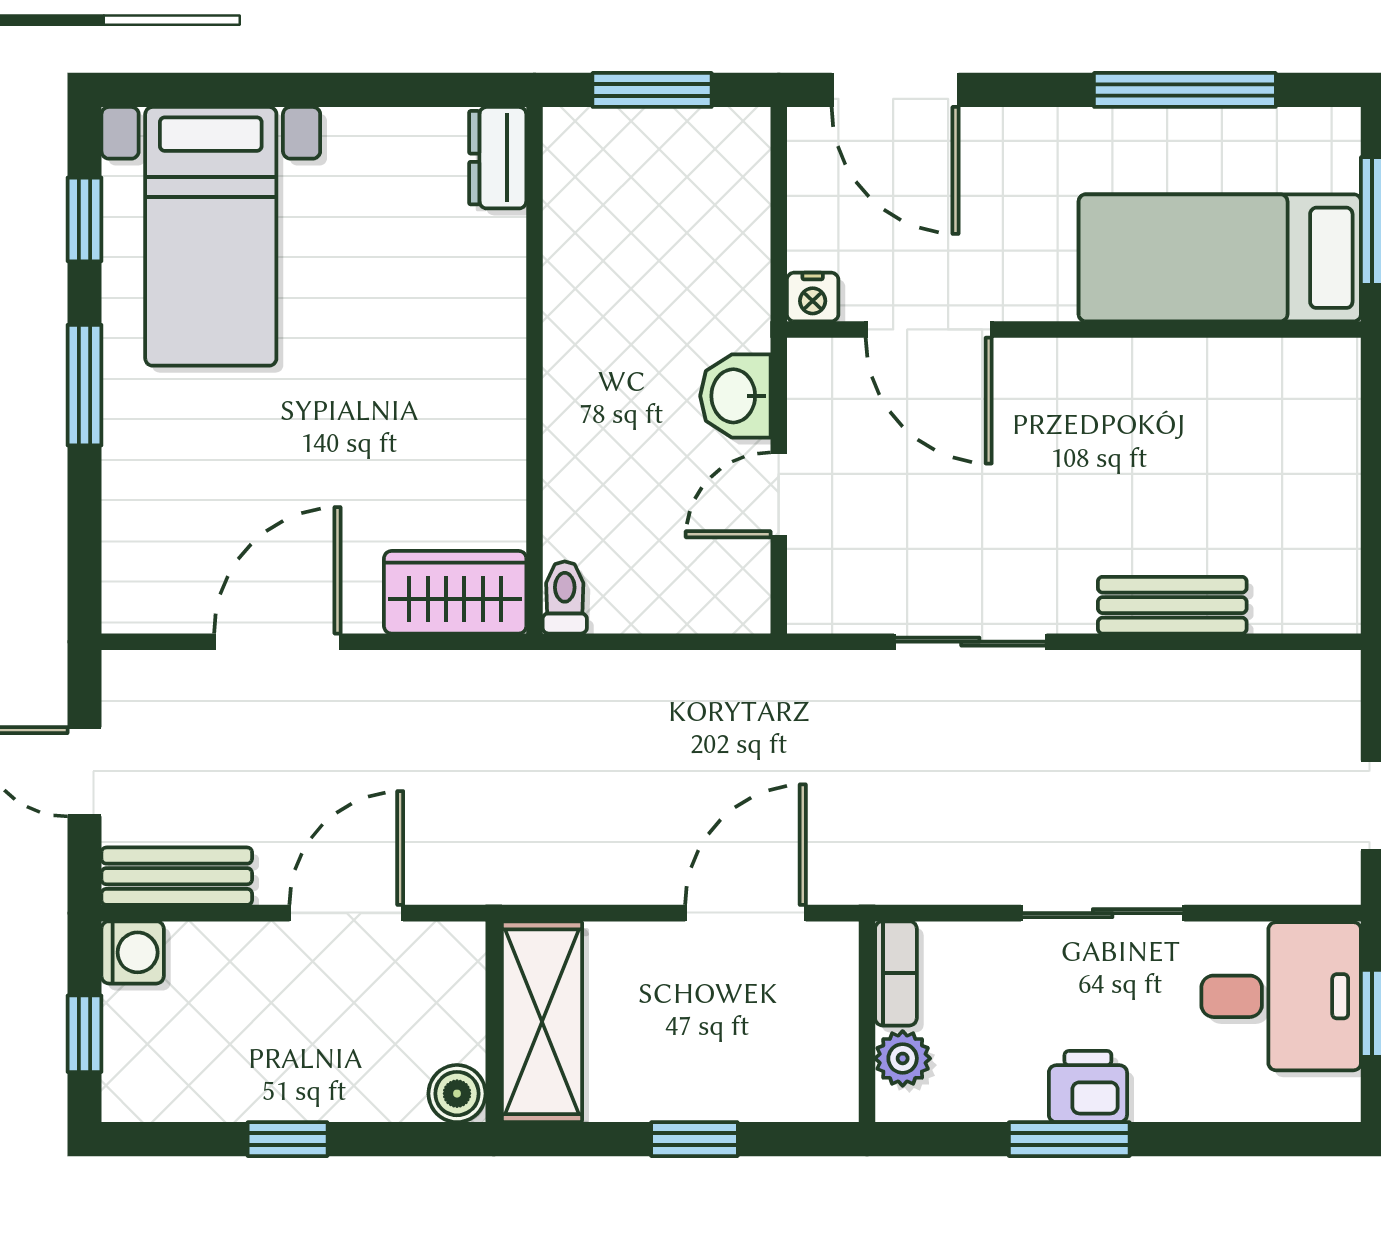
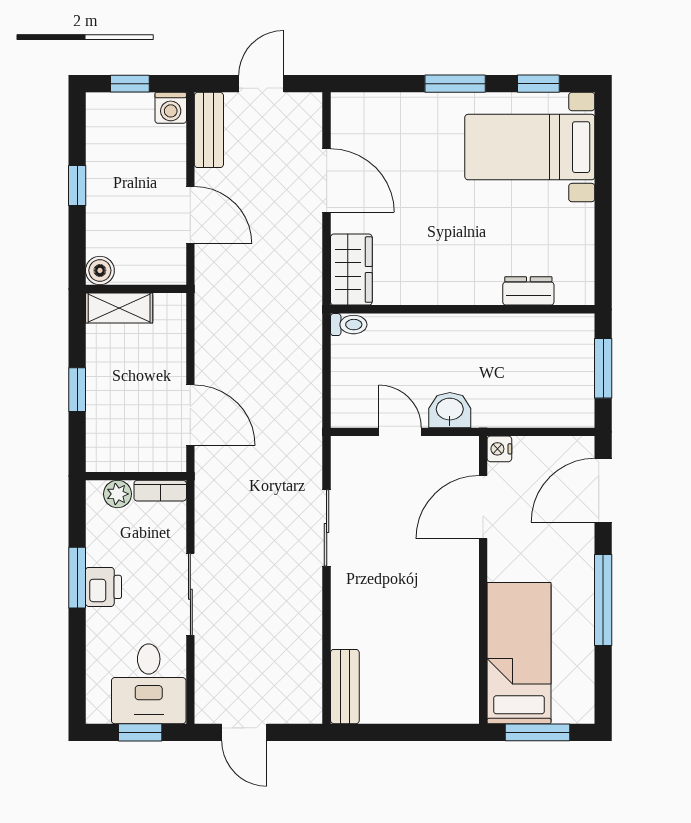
window: (1185, 90) -> (603, 600), moved
dresser: (498, 158) -> (528, 291), moved
bench: (1172, 605) -> (345, 687), moved
shelving: (542, 1022) -> (119, 308), width x0.67, depth x0.75

